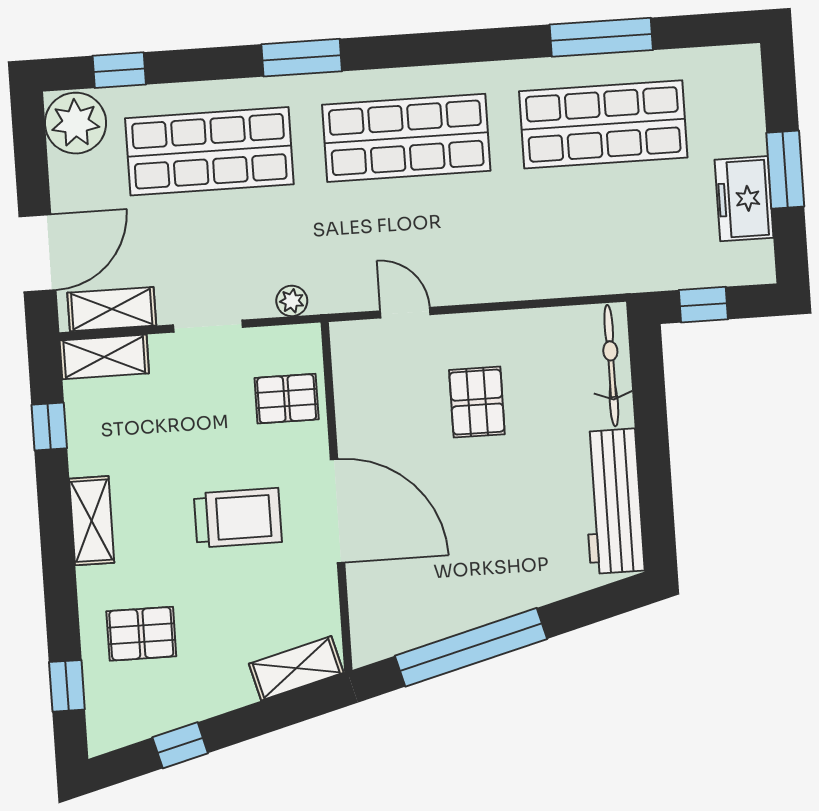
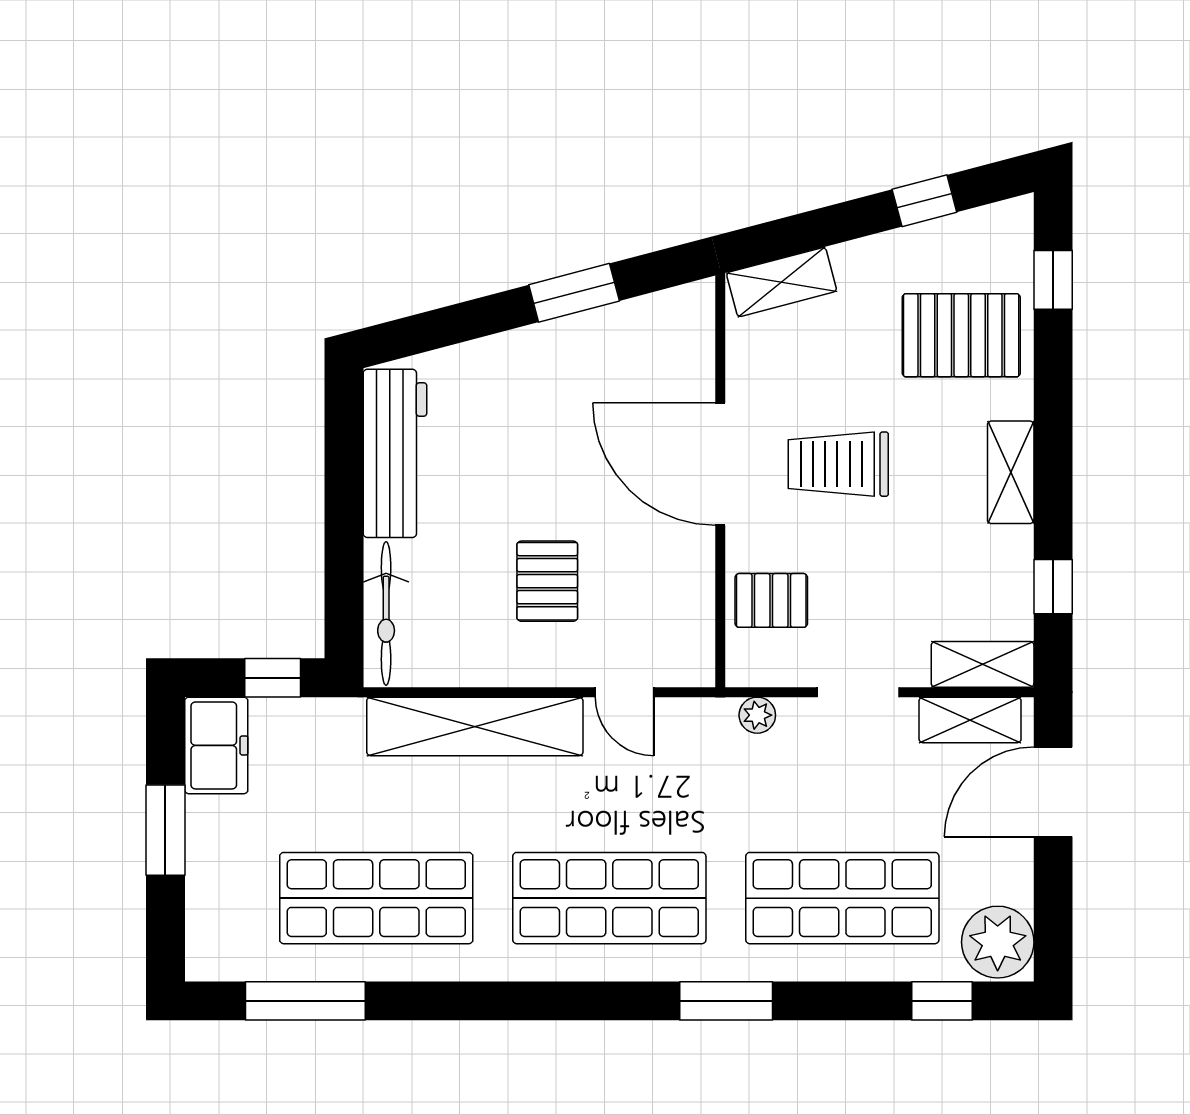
window: (601, 37) -> (305, 1001), moved
freezer: (744, 199) -> (216, 745), moved
shelving: (530, 275) -> (475, 726), added
pallet: (141, 634) -> (961, 335), width x1.50, depth x1.42
window: (471, 647) -> (574, 293), width x0.47

